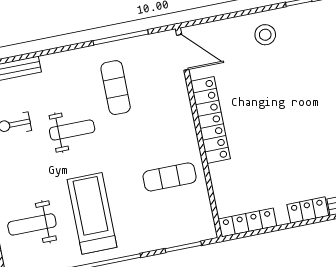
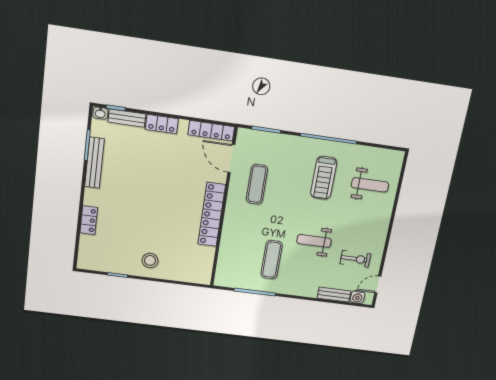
door: (183, 52) -> (231, 159), moved
exercise mat: (170, 177) -> (257, 184), turned 90
treadmill: (92, 213) -> (324, 178), width x0.73, depth x0.73

